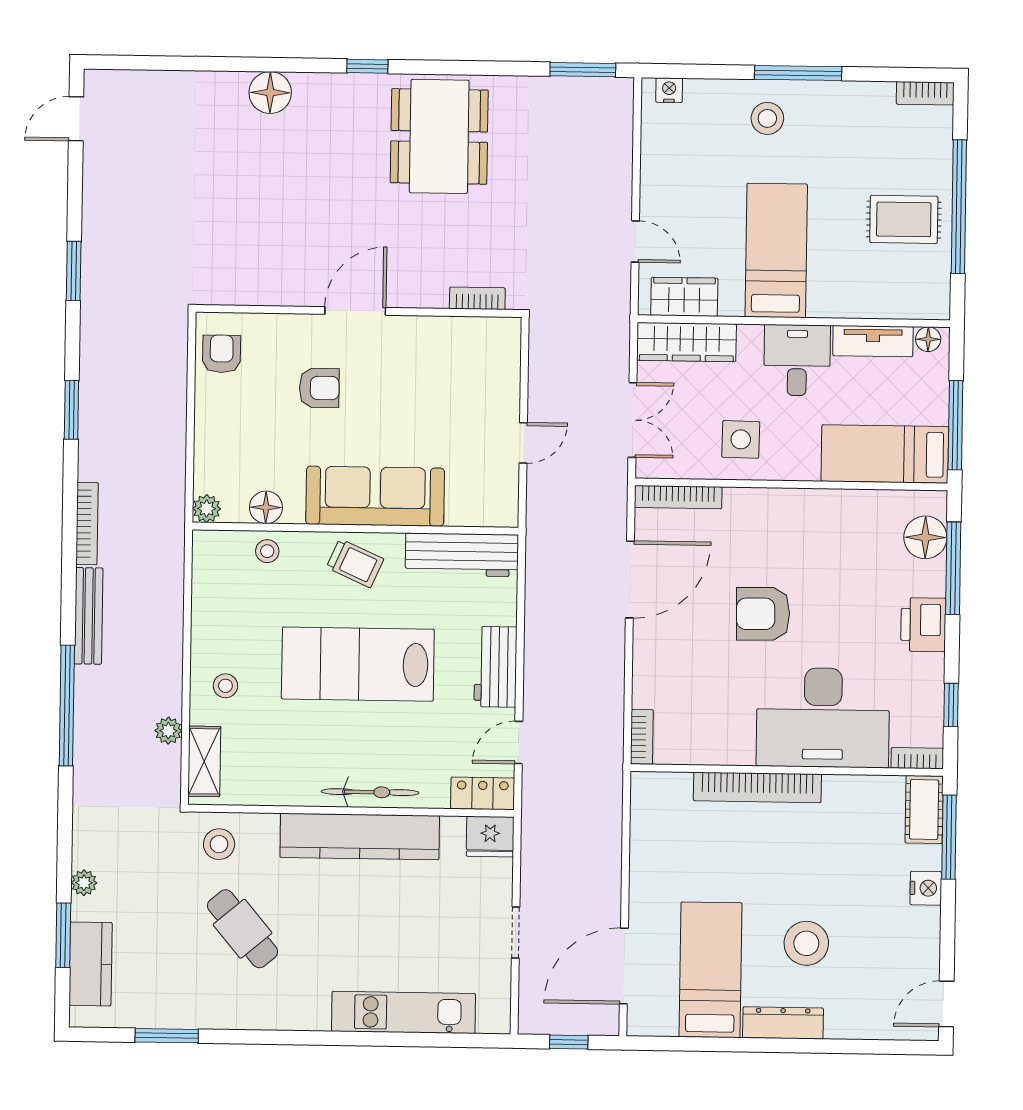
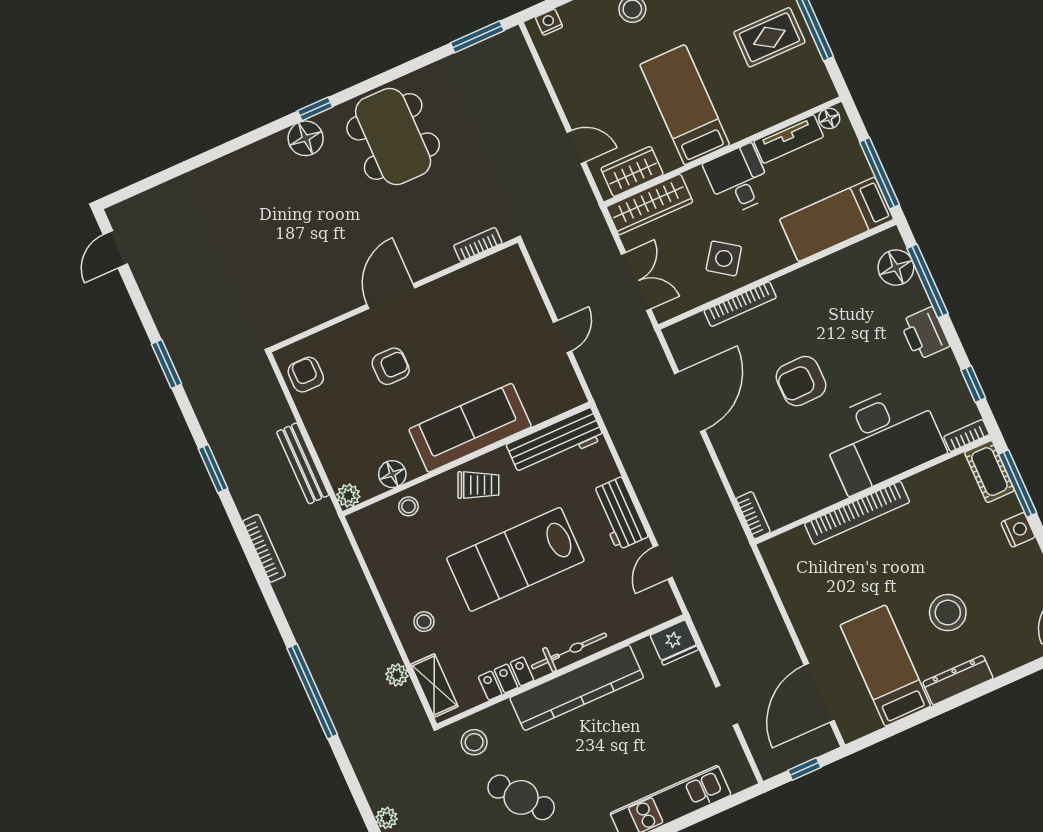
floor lamp: (270, 93) -> (306, 138), moved
side table: (741, 439) -> (724, 258), turned 34
bookcase: (678, 497) -> (740, 304), moved
bench: (89, 616) -> (303, 463), moved
locker: (483, 793) -> (506, 679), moved

